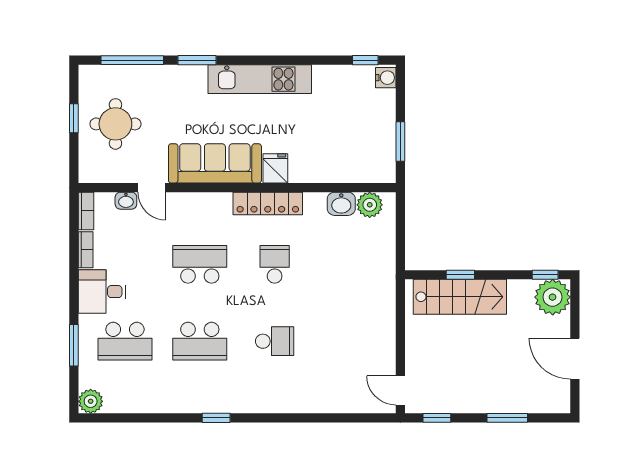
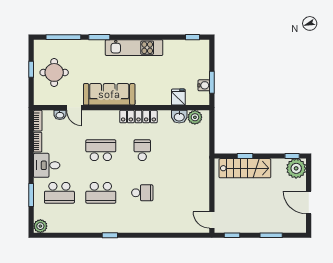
water cooler: (386, 78) -> (204, 85), moved
fridge: (275, 168) -> (178, 97), moved

